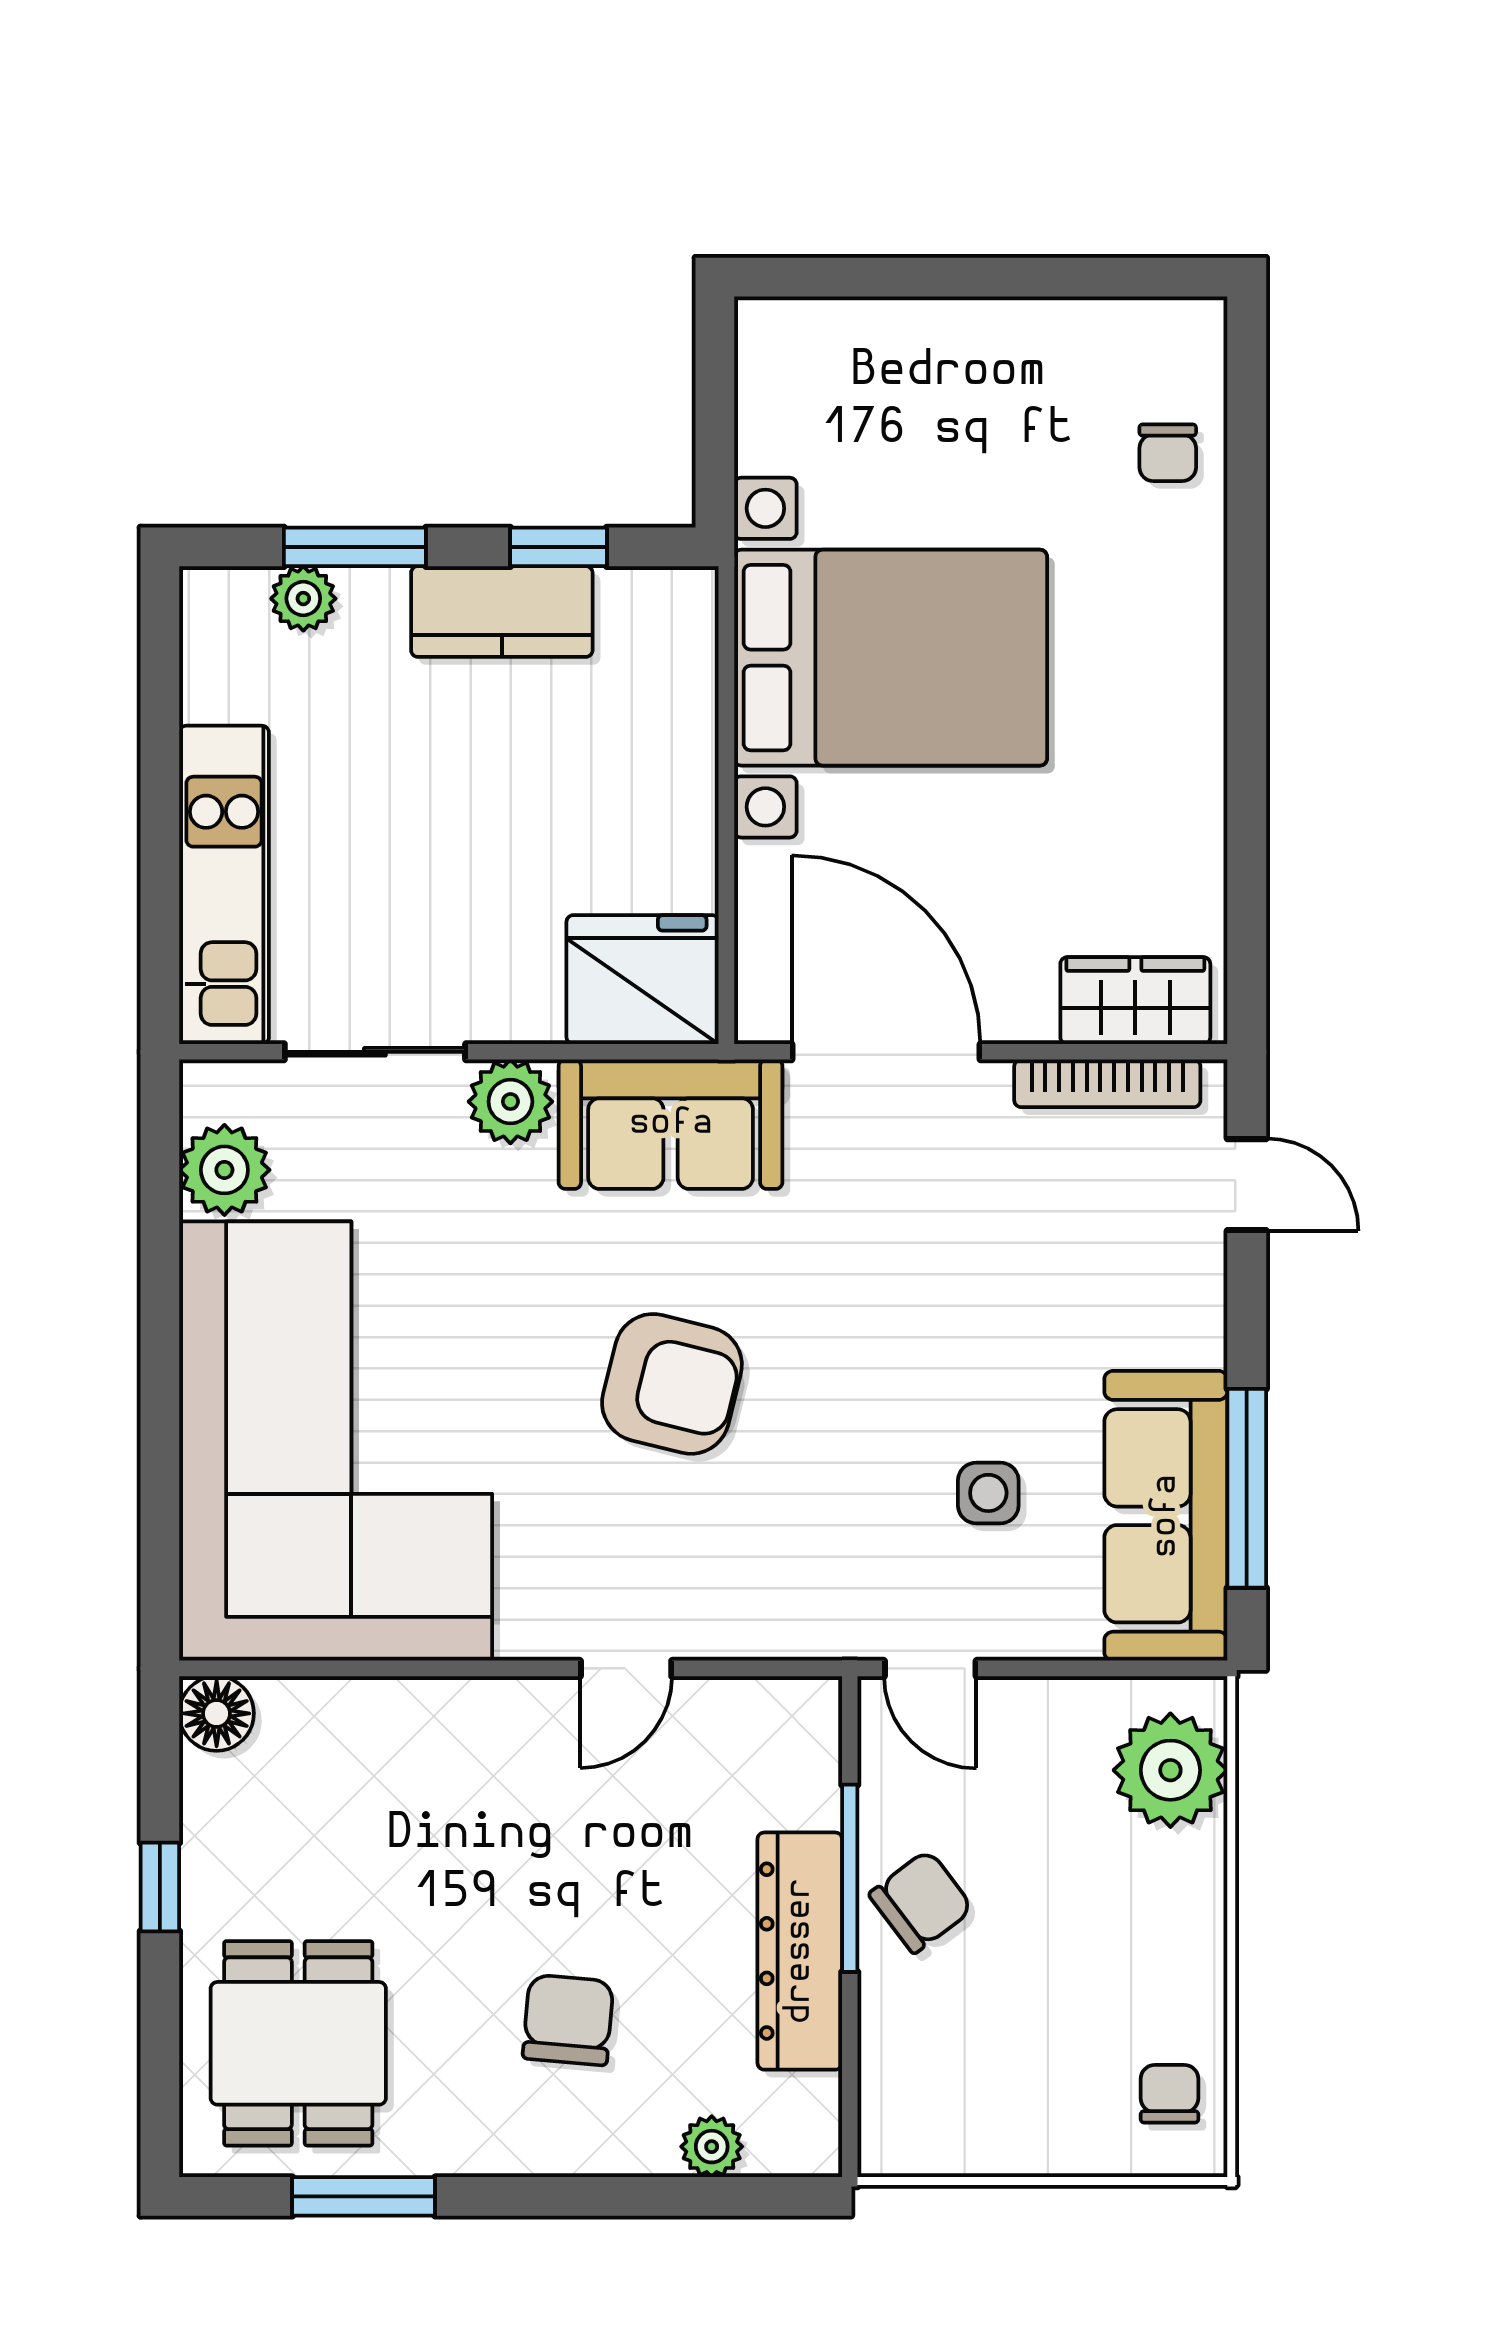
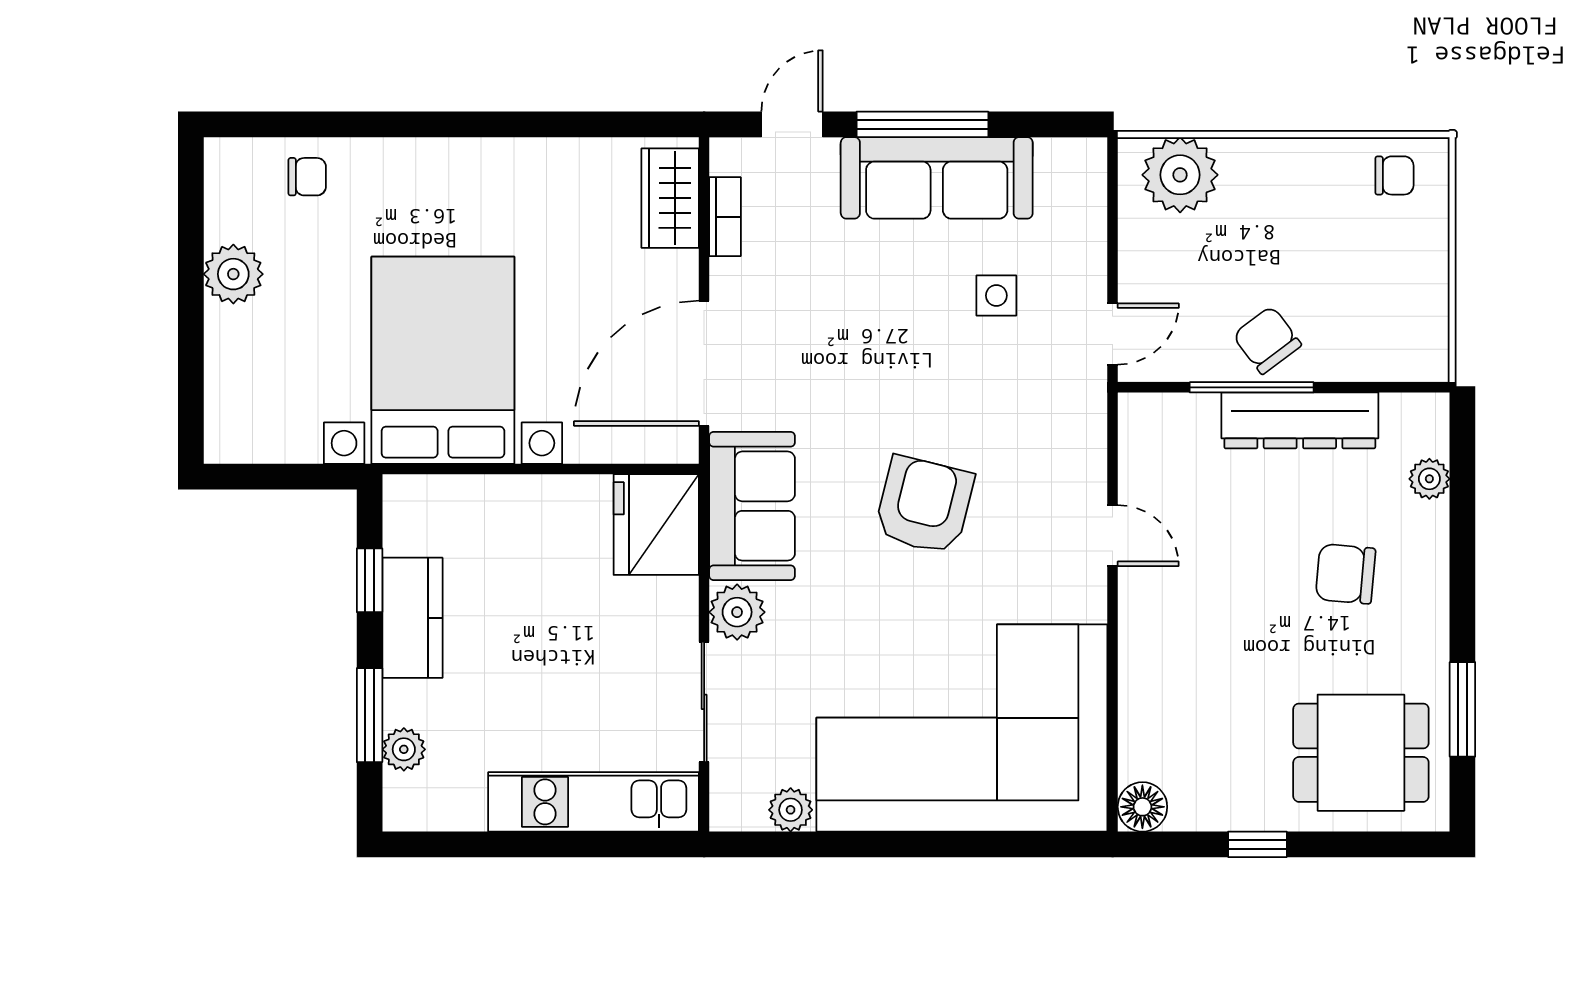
plant: (1021, 341) -> (233, 274), added
bookcase: (1107, 1083) -> (725, 217), width x0.64
plant: (224, 1170) -> (791, 810), width x0.73, depth x0.73
window: (1247, 1488) -> (922, 124), moved
sofa: (1166, 1516) -> (937, 178), moved
chair: (1170, 2094) -> (1394, 175), turned 180

